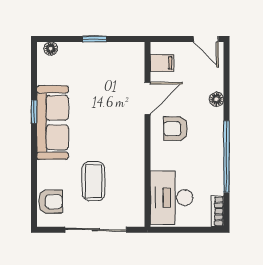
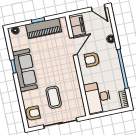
piano: (102, 55) -> (44, 28), added
filing cabinet: (162, 63) -> (77, 26), width x2.00

